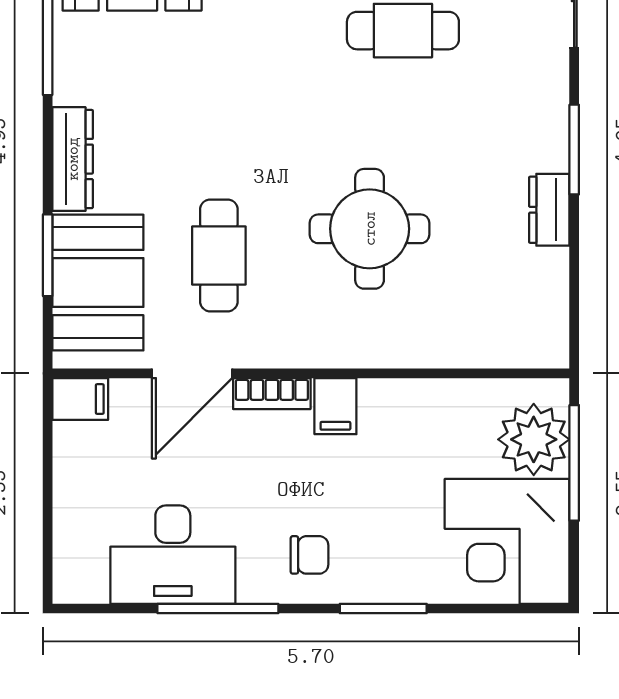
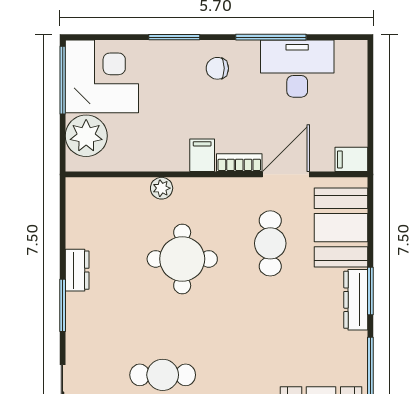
window: (48, 255) -> (370, 291), moved
plant: (405, 350) -> (162, 188), added
window: (574, 463) -> (63, 80), moved

